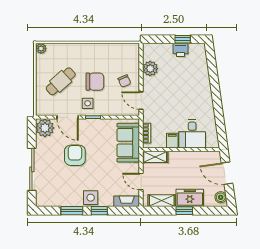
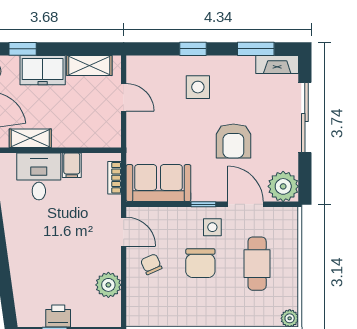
cafe table: (61, 81) -> (257, 264), turned -48
chair: (95, 82) -> (200, 263), turned -90
sofa: (128, 143) -> (158, 183), moved, turned -90
shelving: (155, 157) -> (30, 138), moved
side table: (91, 198) -> (198, 87), moved
fireplace: (127, 201) -> (277, 65), moved
window: (72, 211) -> (256, 49), moved
window: (184, 211) -> (23, 49), moved

